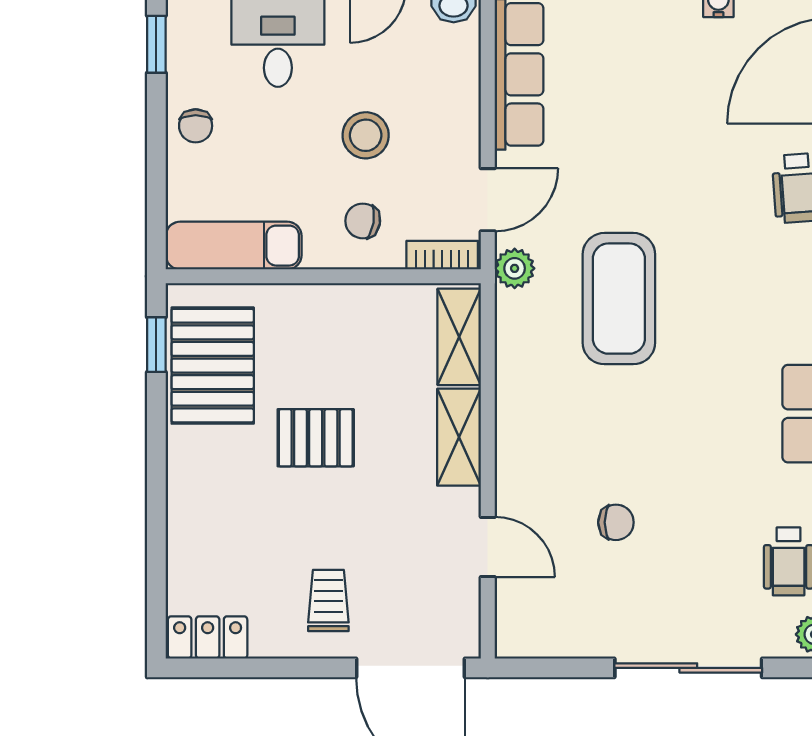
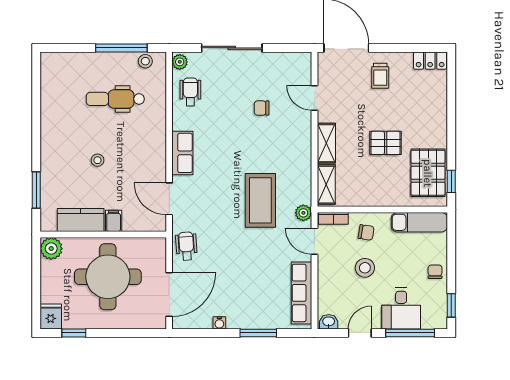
door: (488, 200) -> (314, 241), hinge flipped

